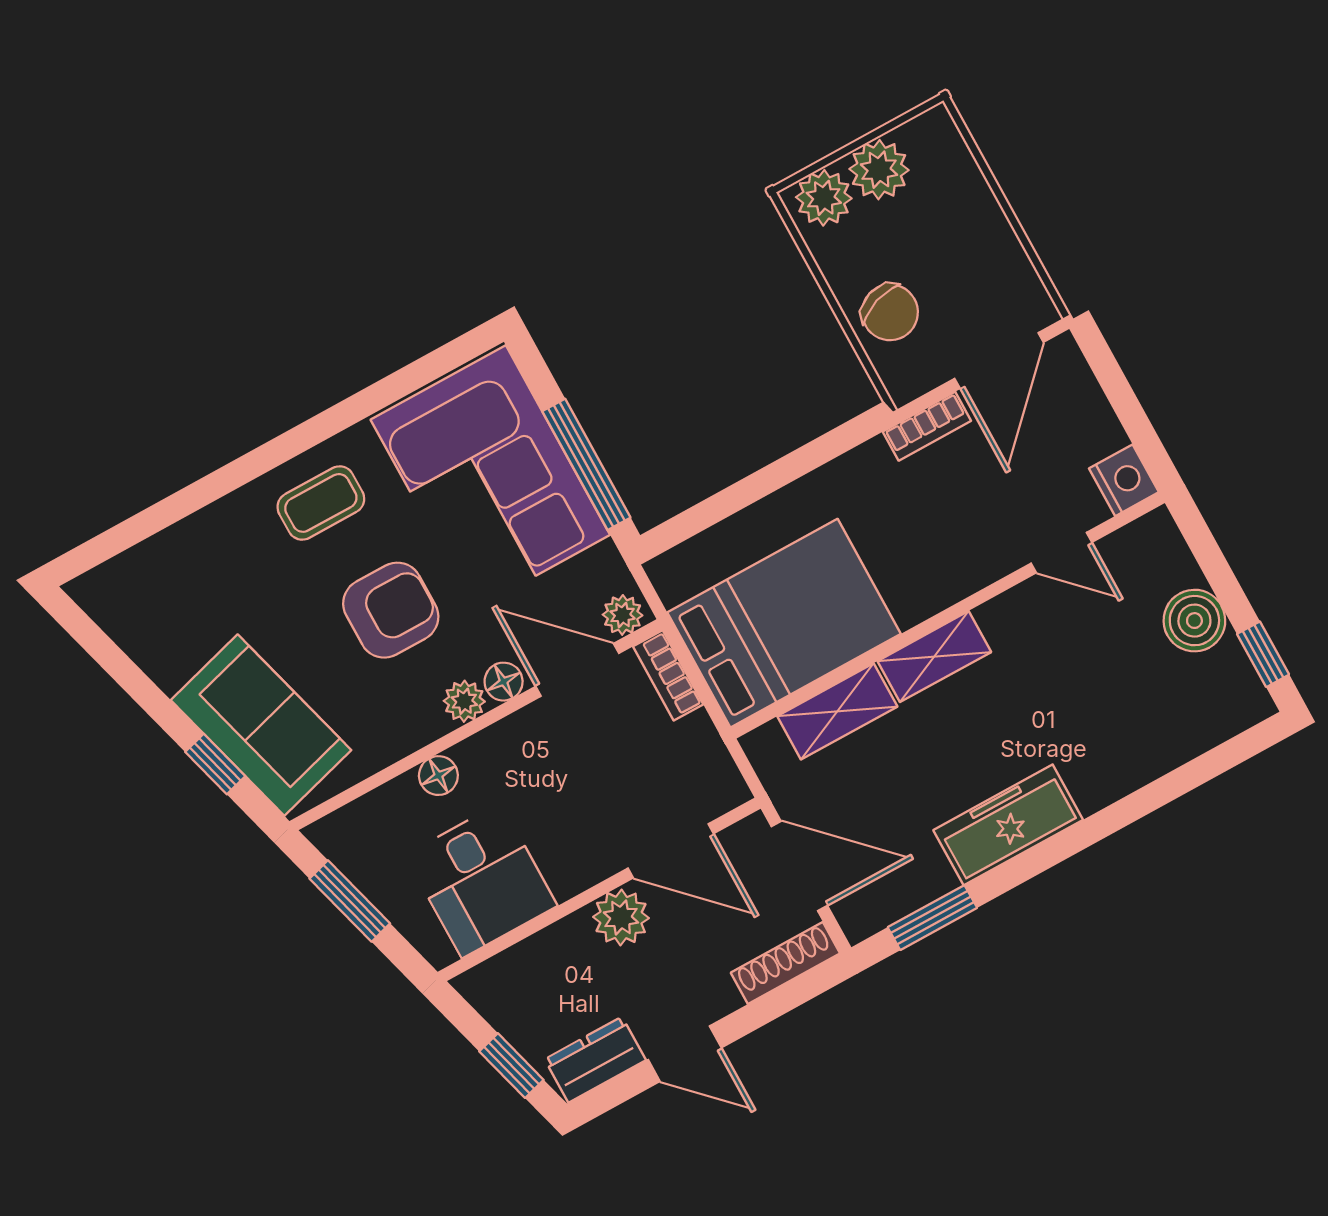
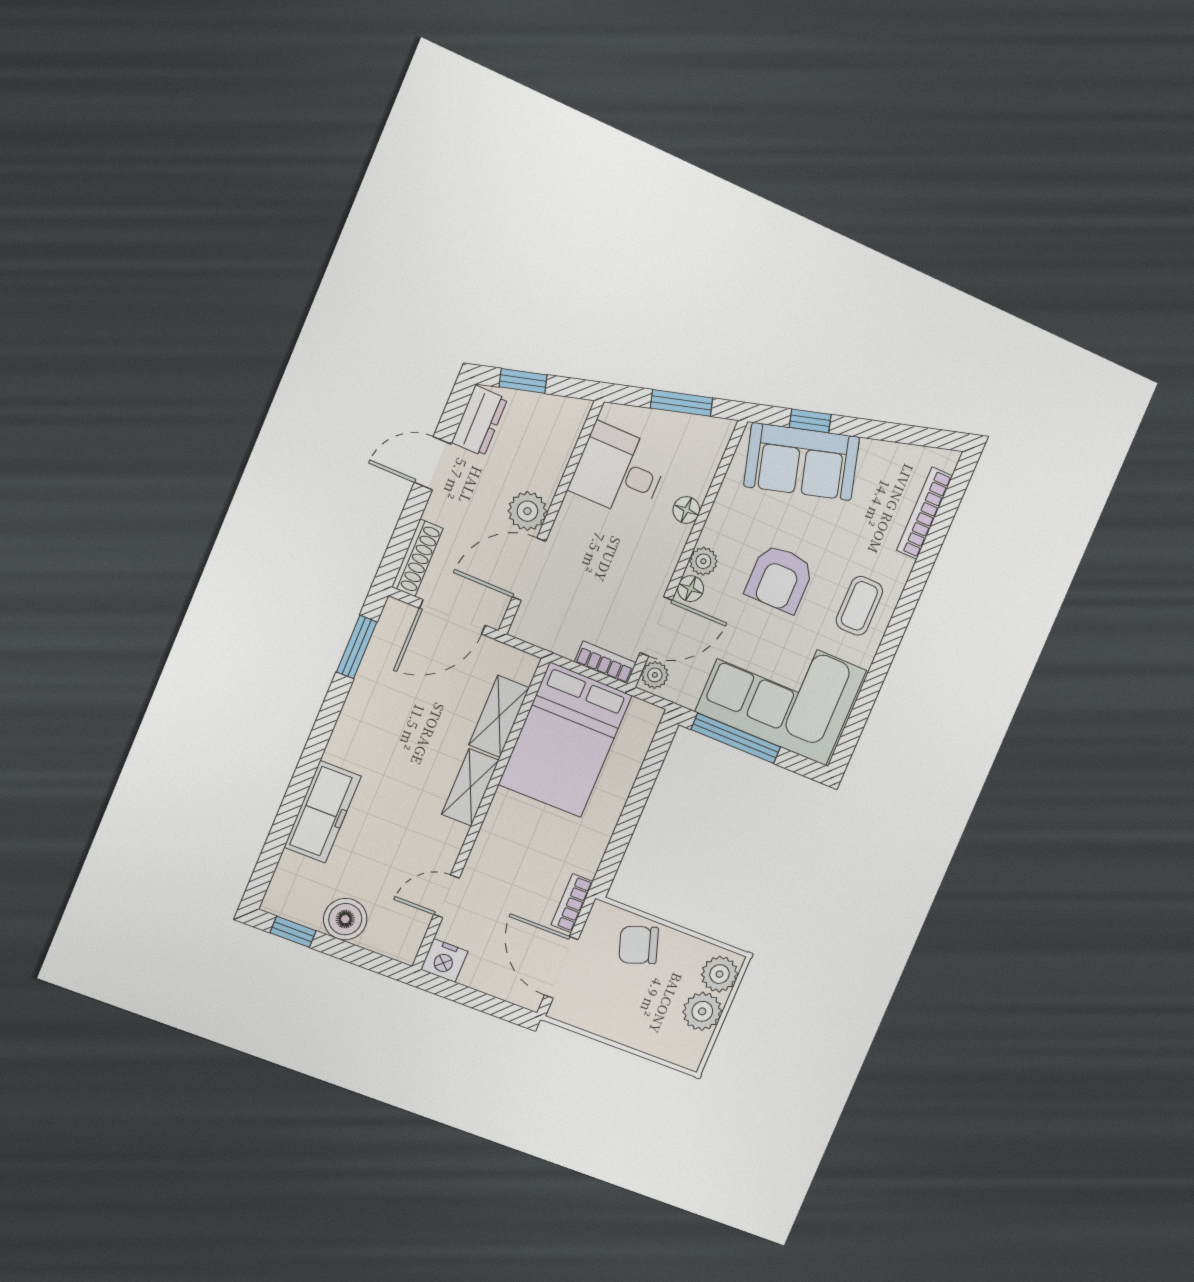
bookcase: (160, 550) -> (924, 513), added
freezer: (1008, 825) -> (323, 812), moved

